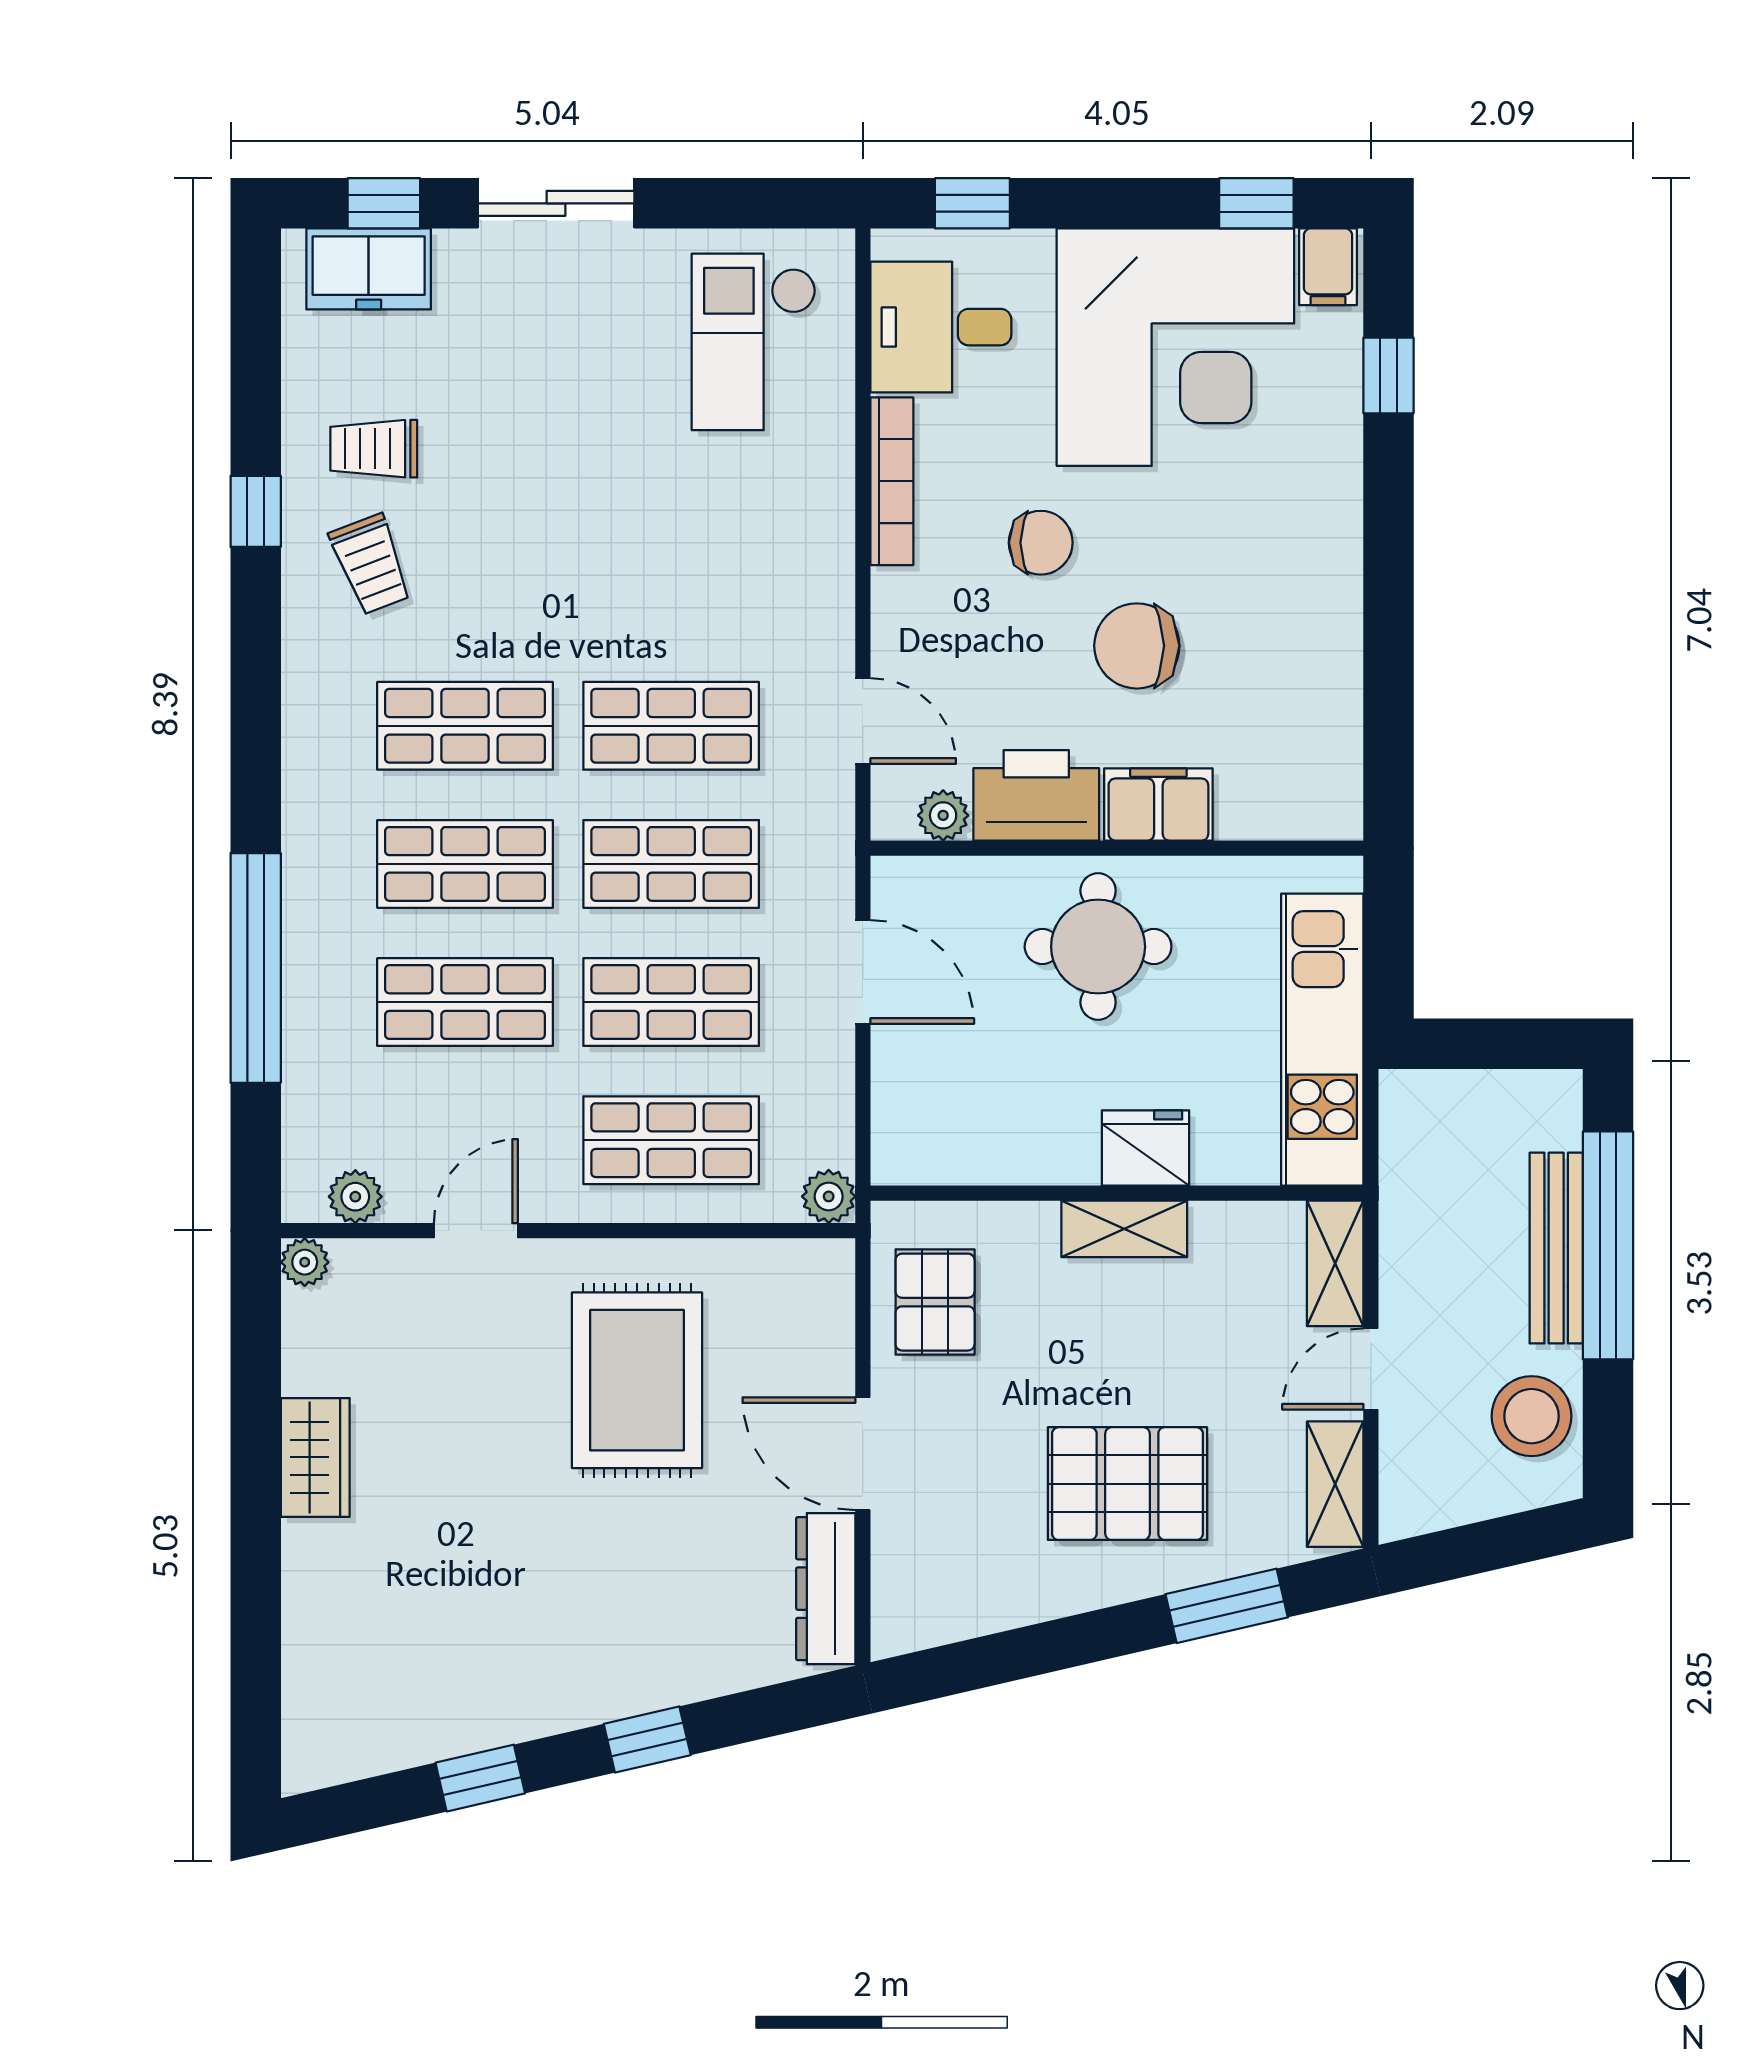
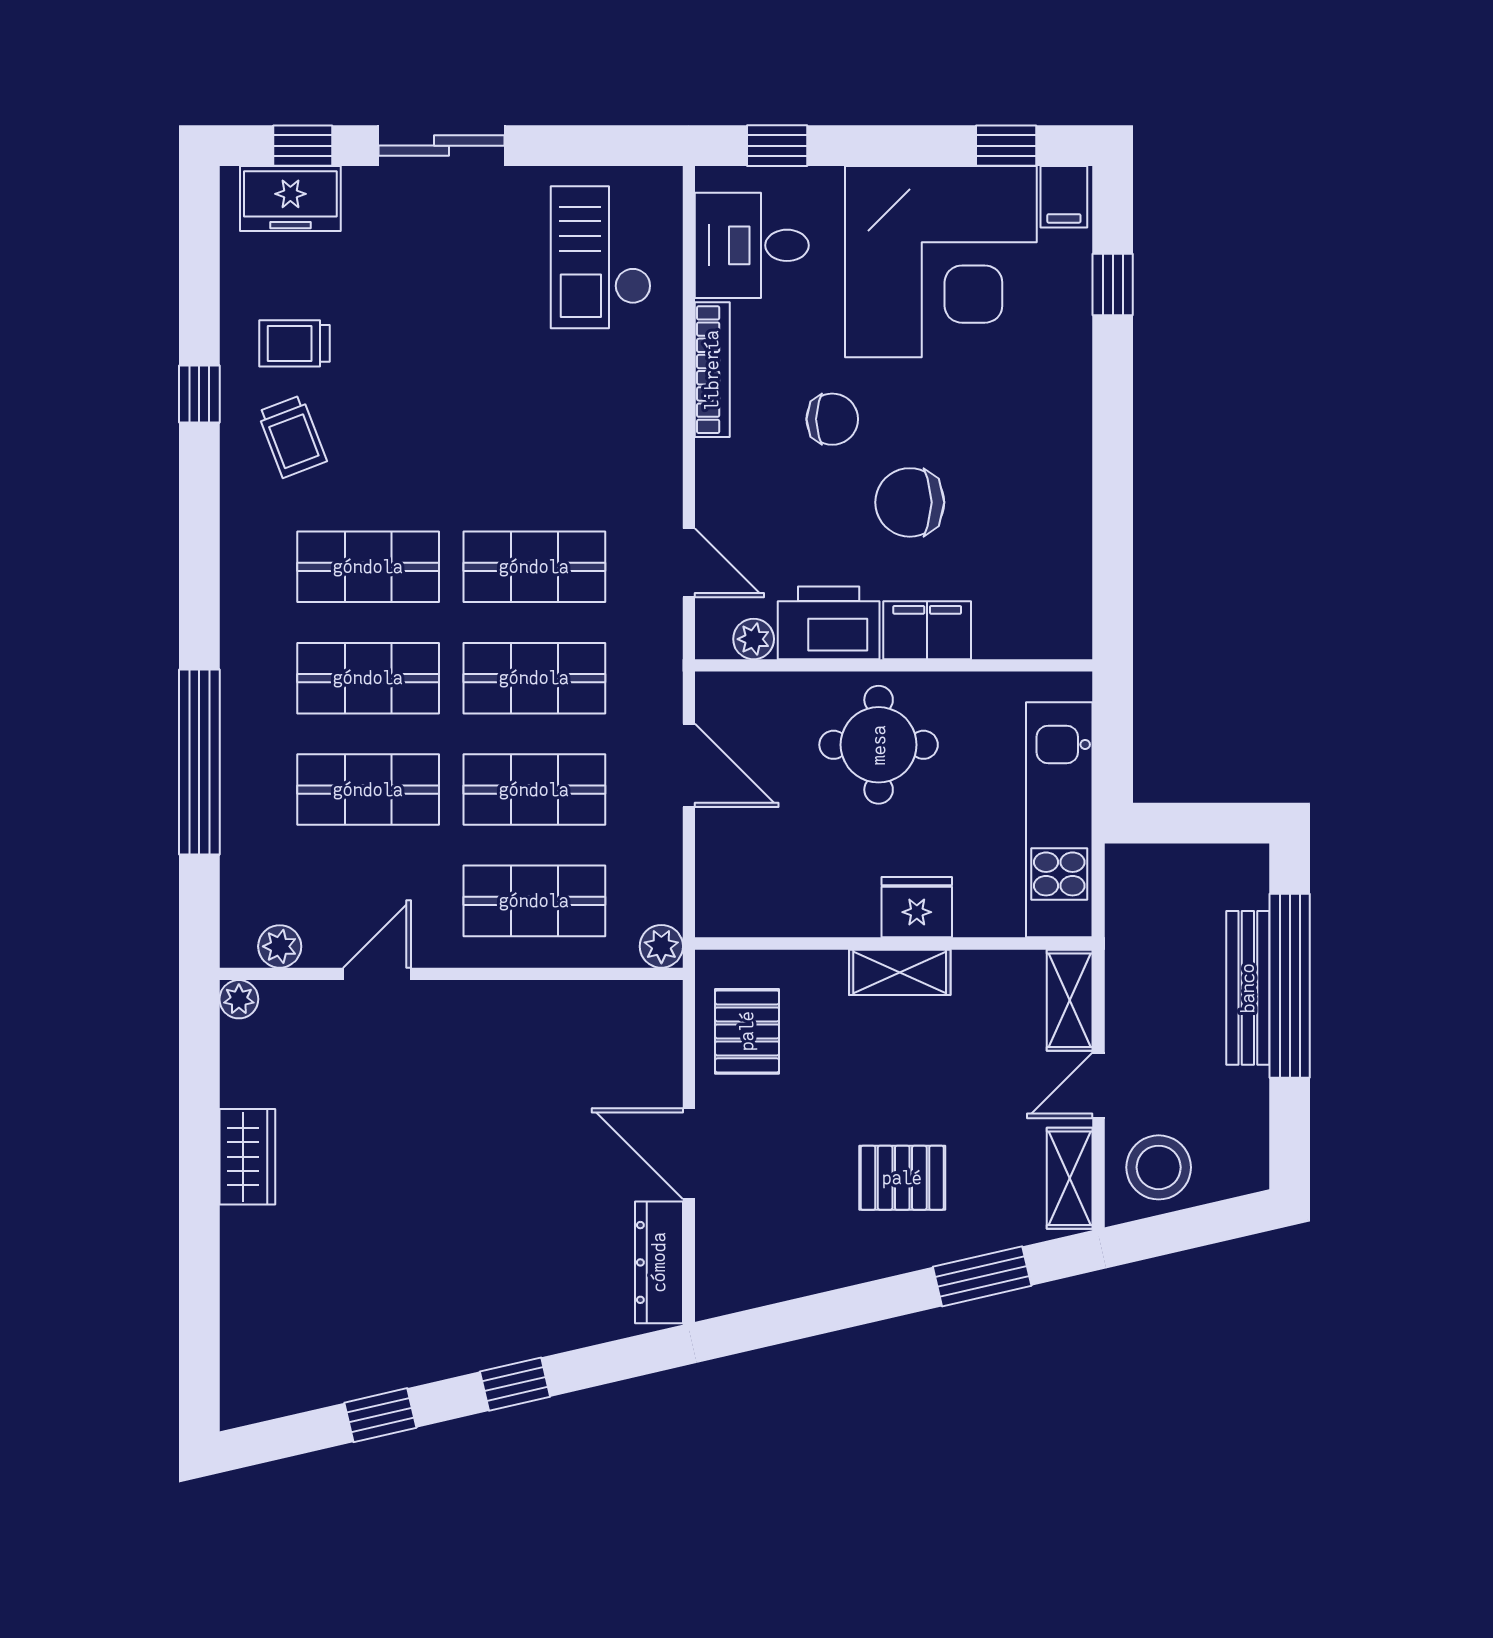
rug: (637, 1380) -> (507, 1094), removed
stool: (1532, 1416) -> (1159, 1167), moved
pallet: (1127, 1484) -> (902, 1178), width x0.67, depth x0.71

